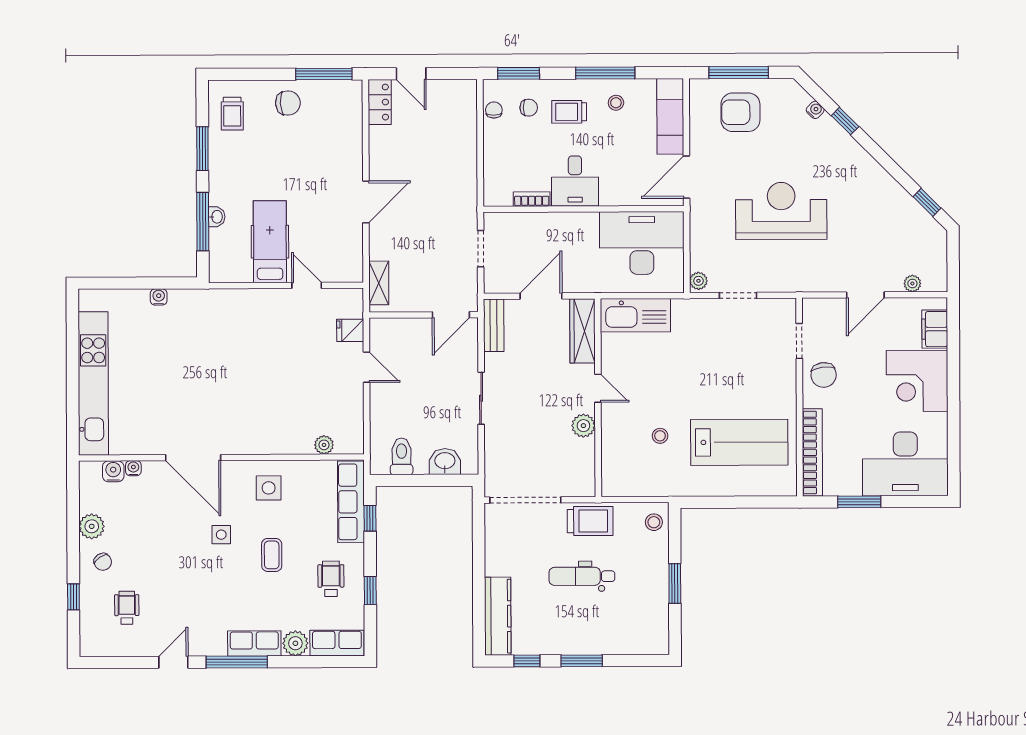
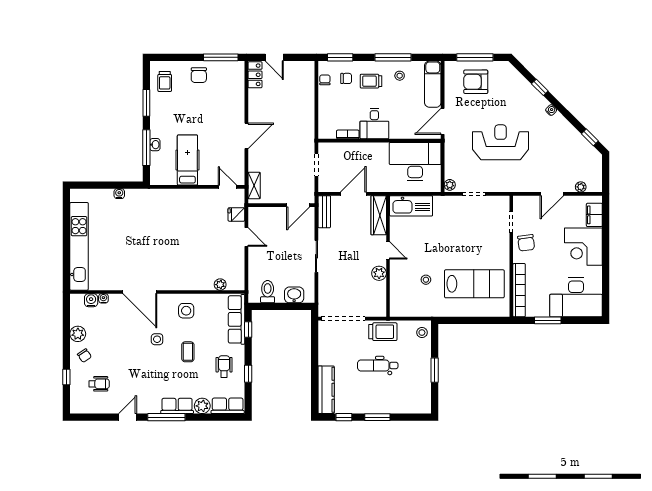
chair: (288, 103) -> (199, 75), turned 93
water cooler: (815, 110) -> (551, 110), moved
door: (307, 285) -> (227, 187), moved
wheelchair: (127, 608) -> (99, 384), turned 90

